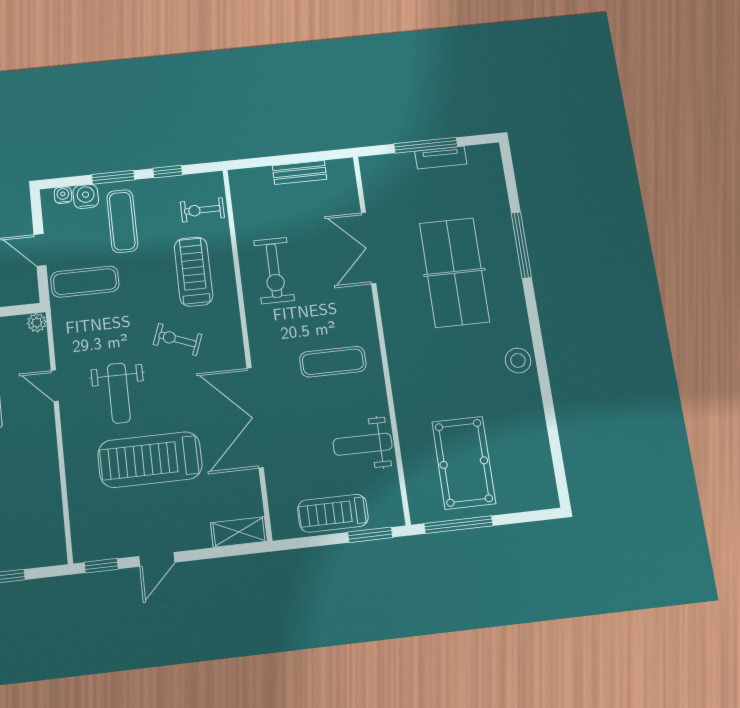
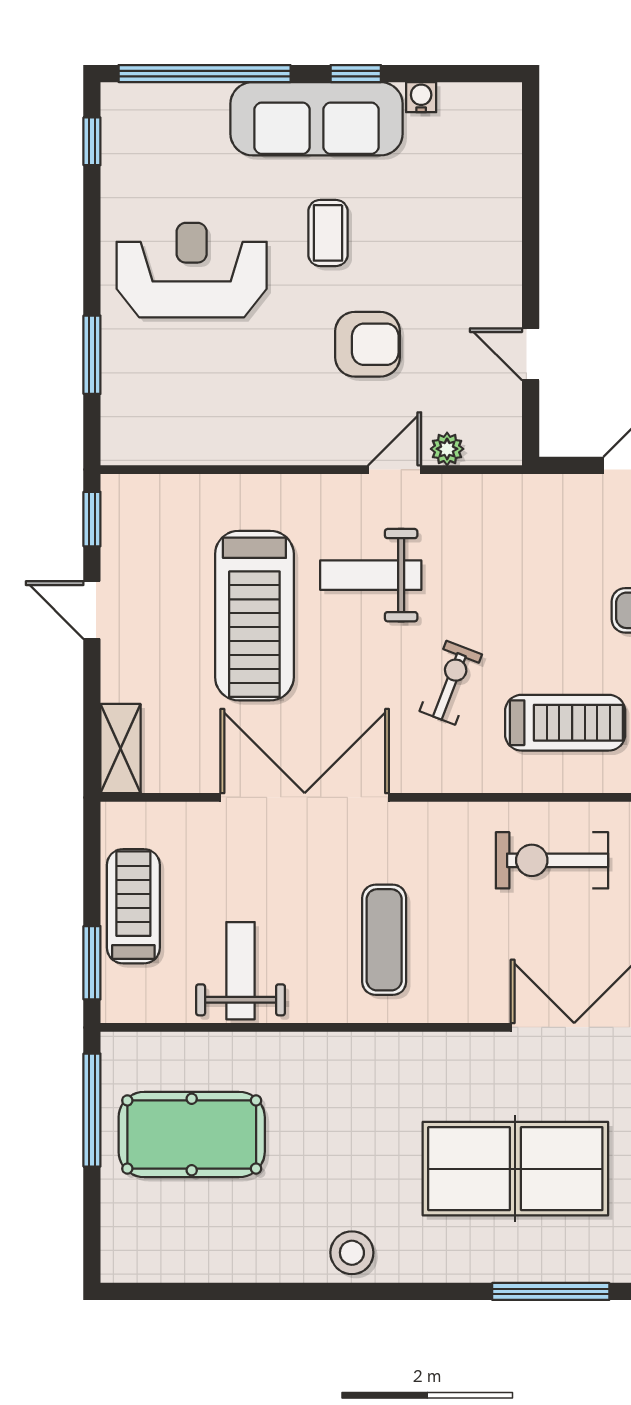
exercise mat: (85, 282) -> (568, 536), removed
plant: (37, 323) -> (447, 449), moved
treadmill: (150, 460) -> (254, 616), turned 180

